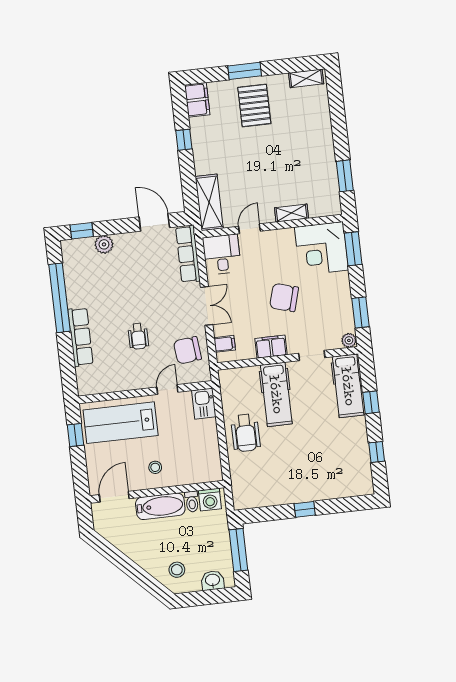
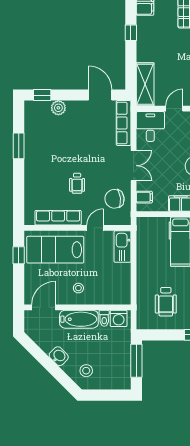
window: (60, 298) -> (19, 146), width x0.47
row of seats: (80, 337) -> (58, 218), moved, turned -90
kitchen sink: (204, 404) -> (123, 247), width x1.38
wheelchair: (246, 433) -> (166, 302), moved
washbasin: (213, 580) -> (59, 356), moved, turned 45

